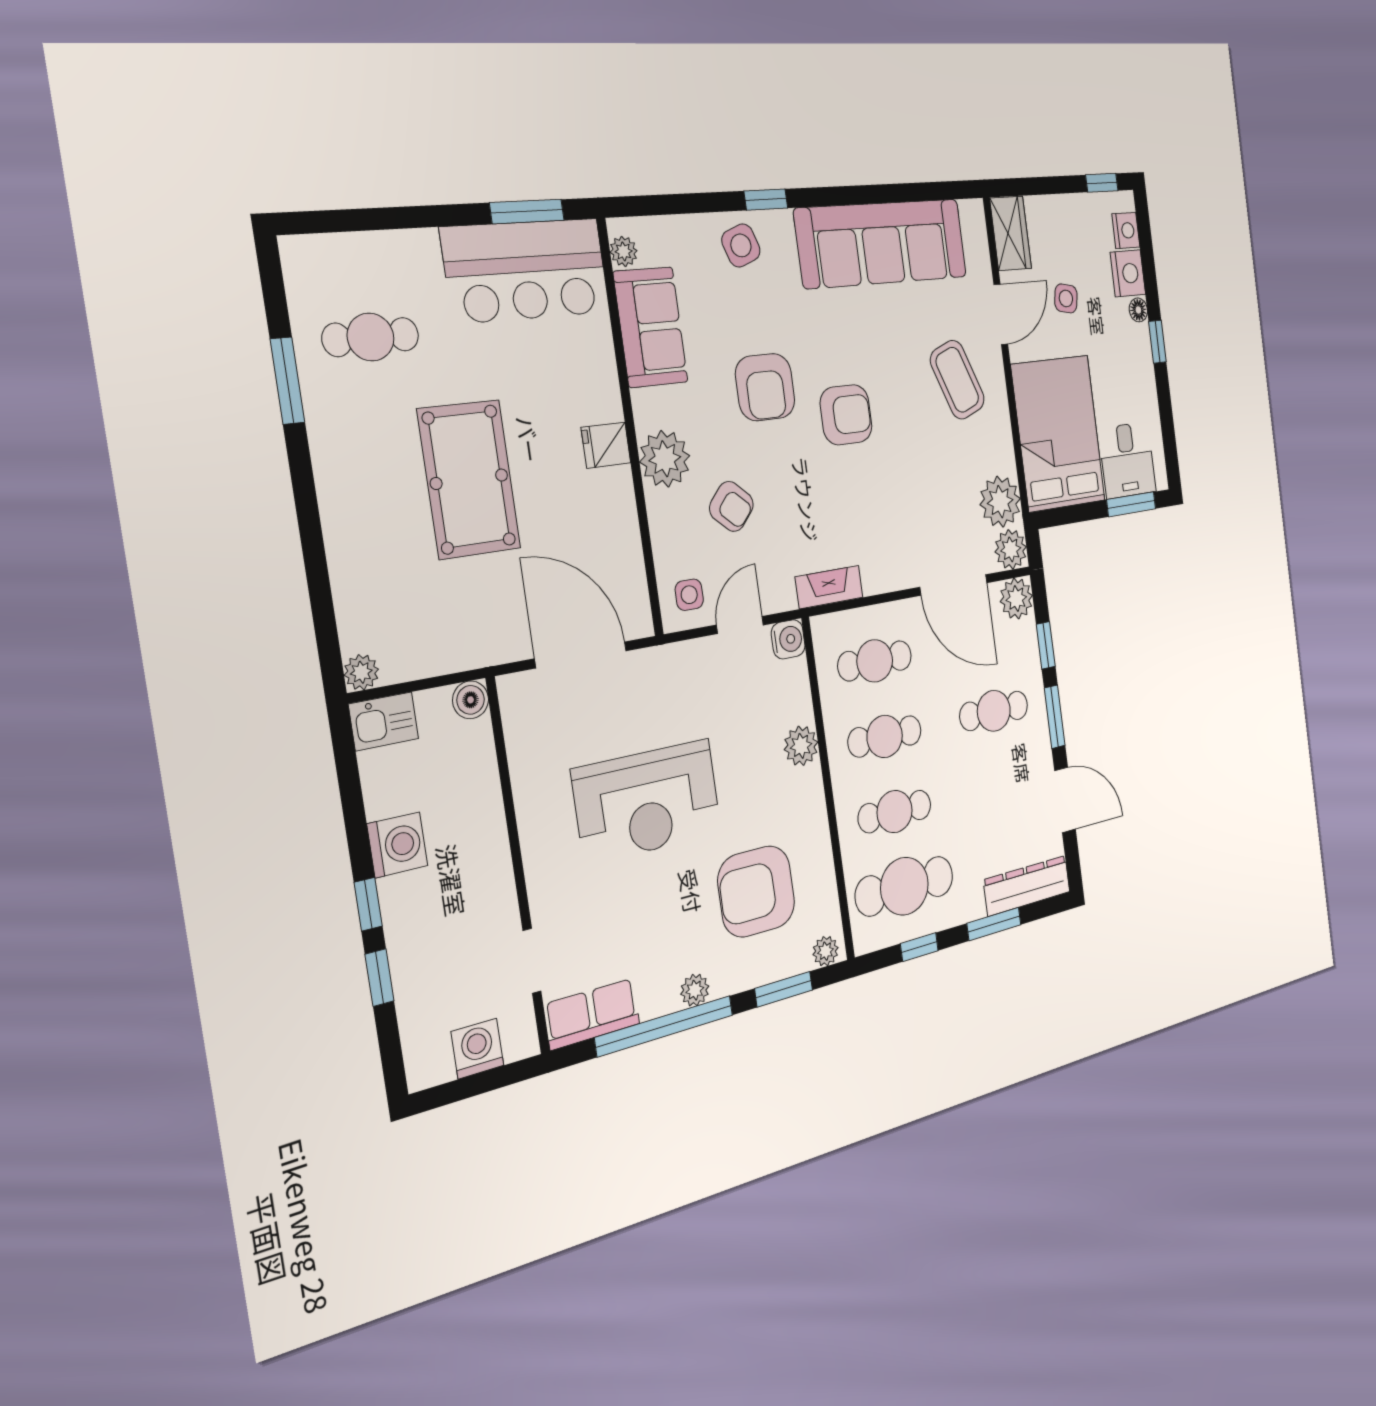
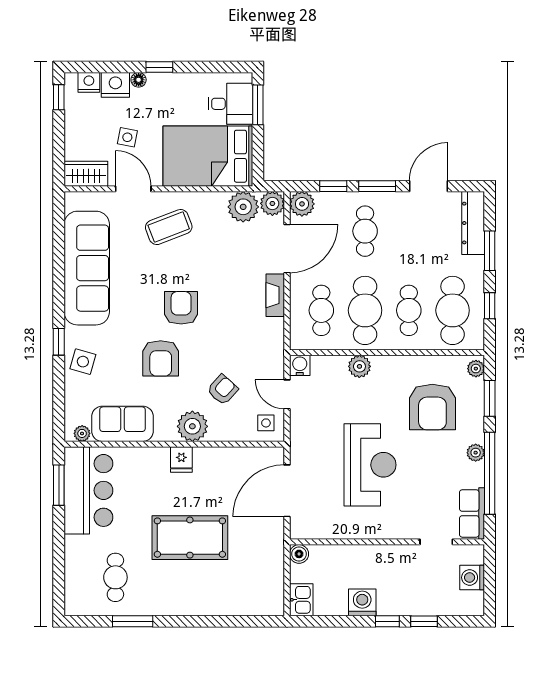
side table: (741, 245) -> (83, 362), turned 36
armchair: (765, 387) -> (161, 358), turned 90
fireplace: (829, 587) -> (275, 295), moved
plant: (361, 672) -> (276, 607), removed
cafe table: (885, 736) -> (365, 310), width x1.37, depth x1.35

